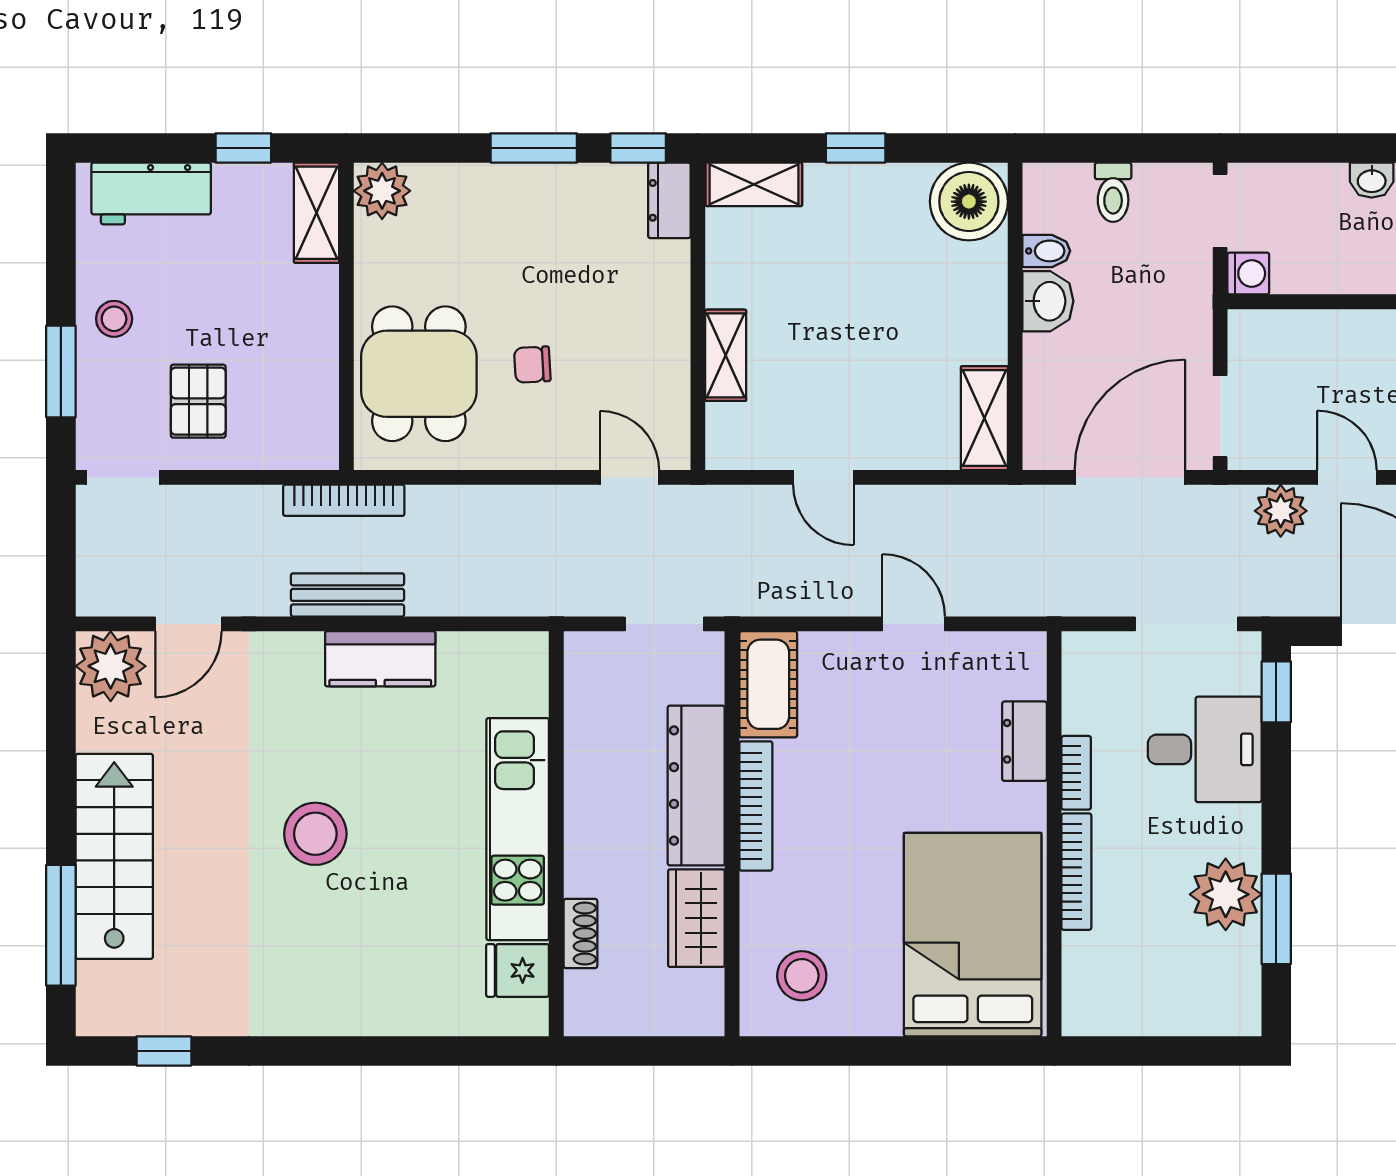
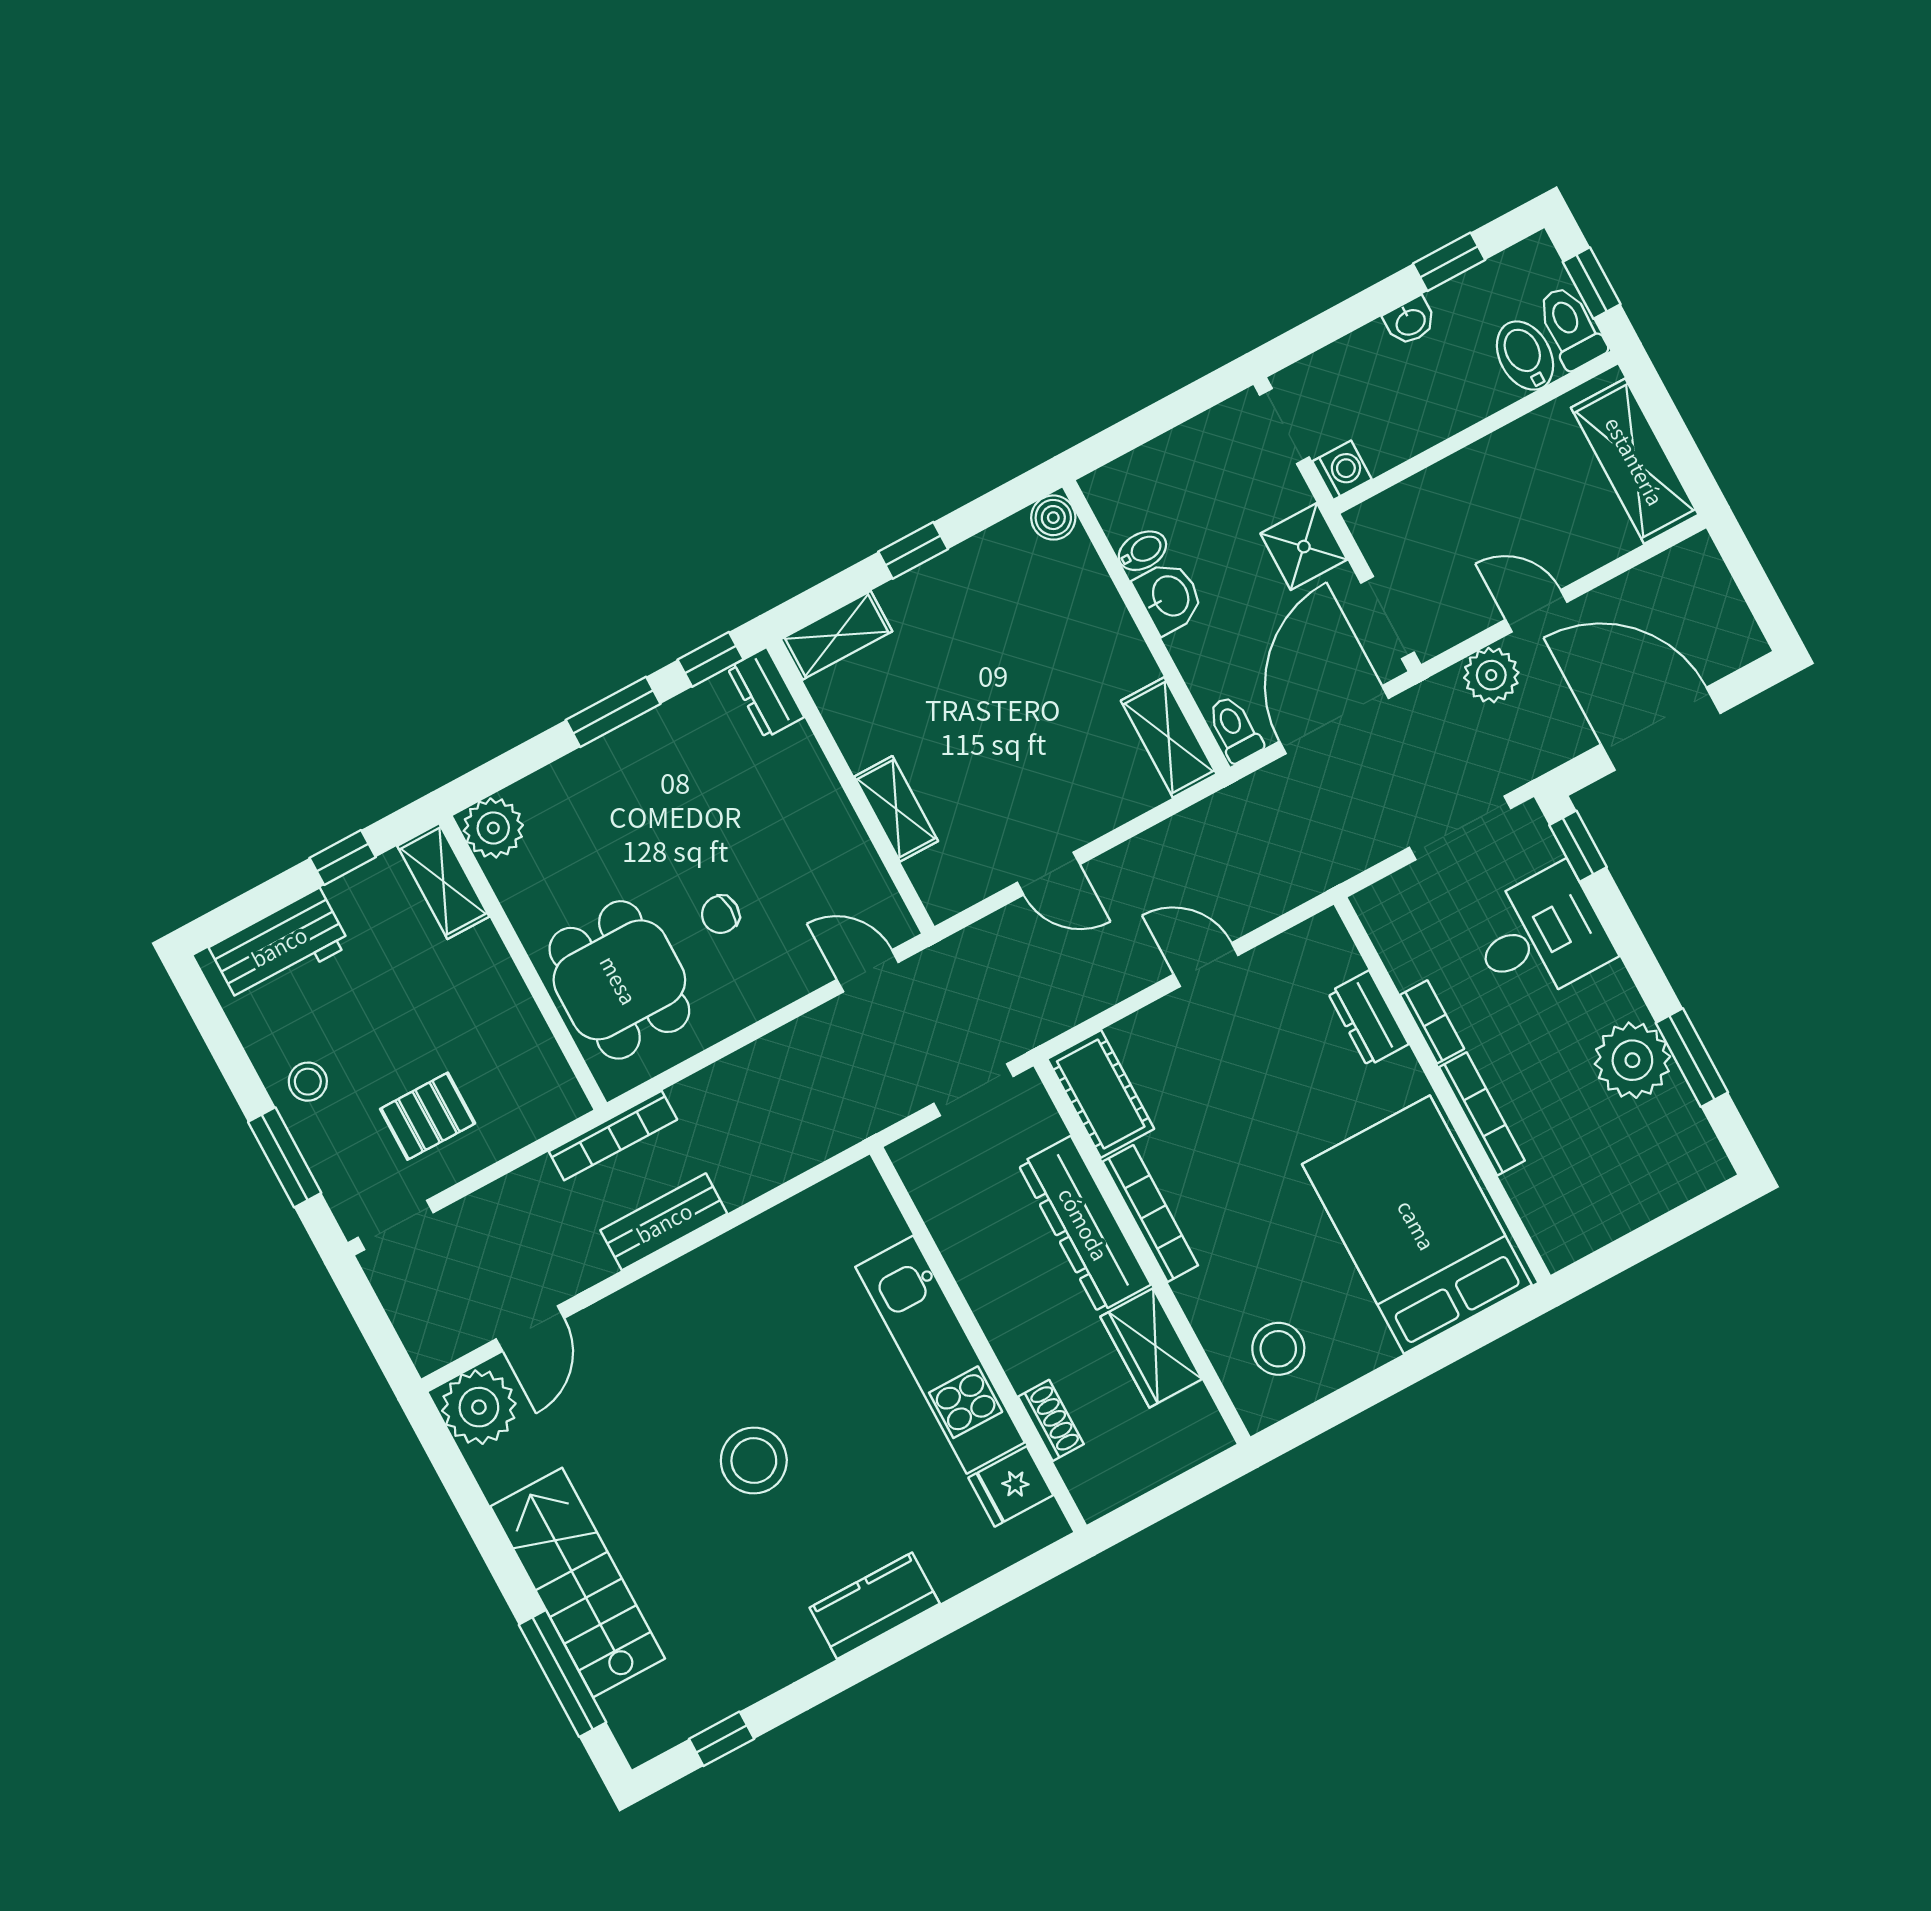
toilet: (1113, 192) -> (1235, 729), moved, turned 180
boiler: (969, 202) -> (1053, 518), width x0.54, depth x0.54
shower: (1182, 320) -> (1304, 547), added
pallet: (198, 401) -> (428, 1116), turned 90
kitchen counter: (380, 659) -> (875, 1606), moved, turned 180

